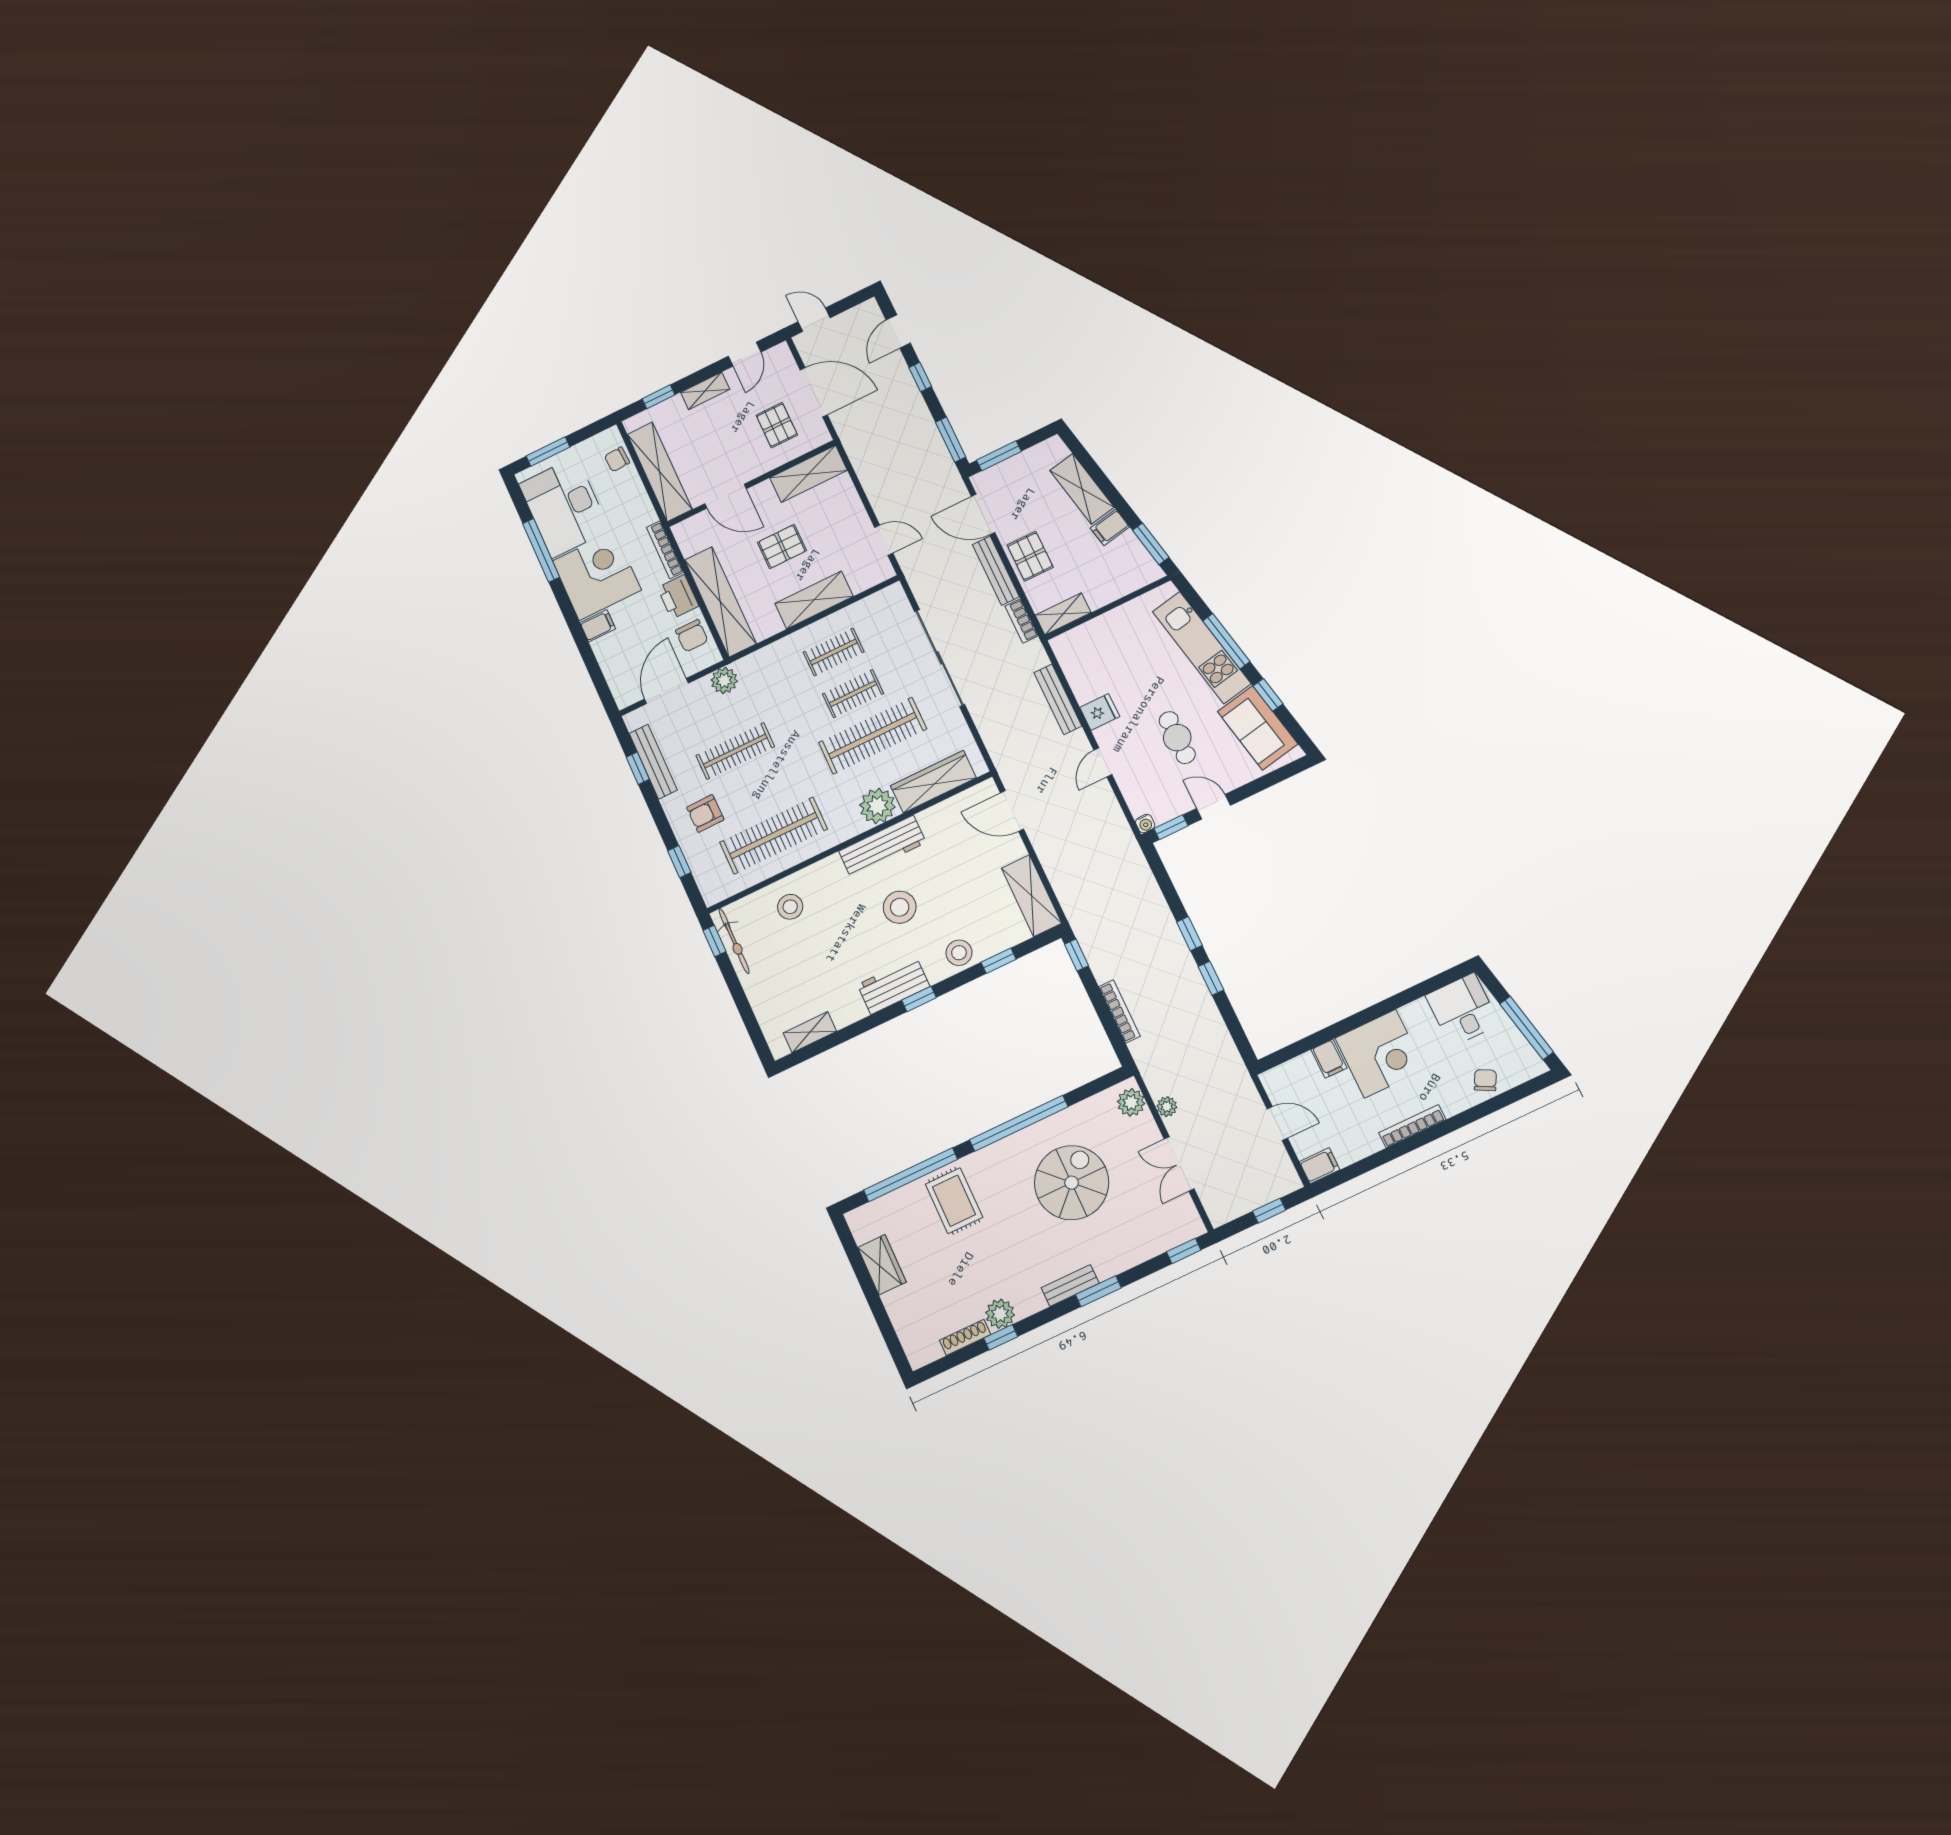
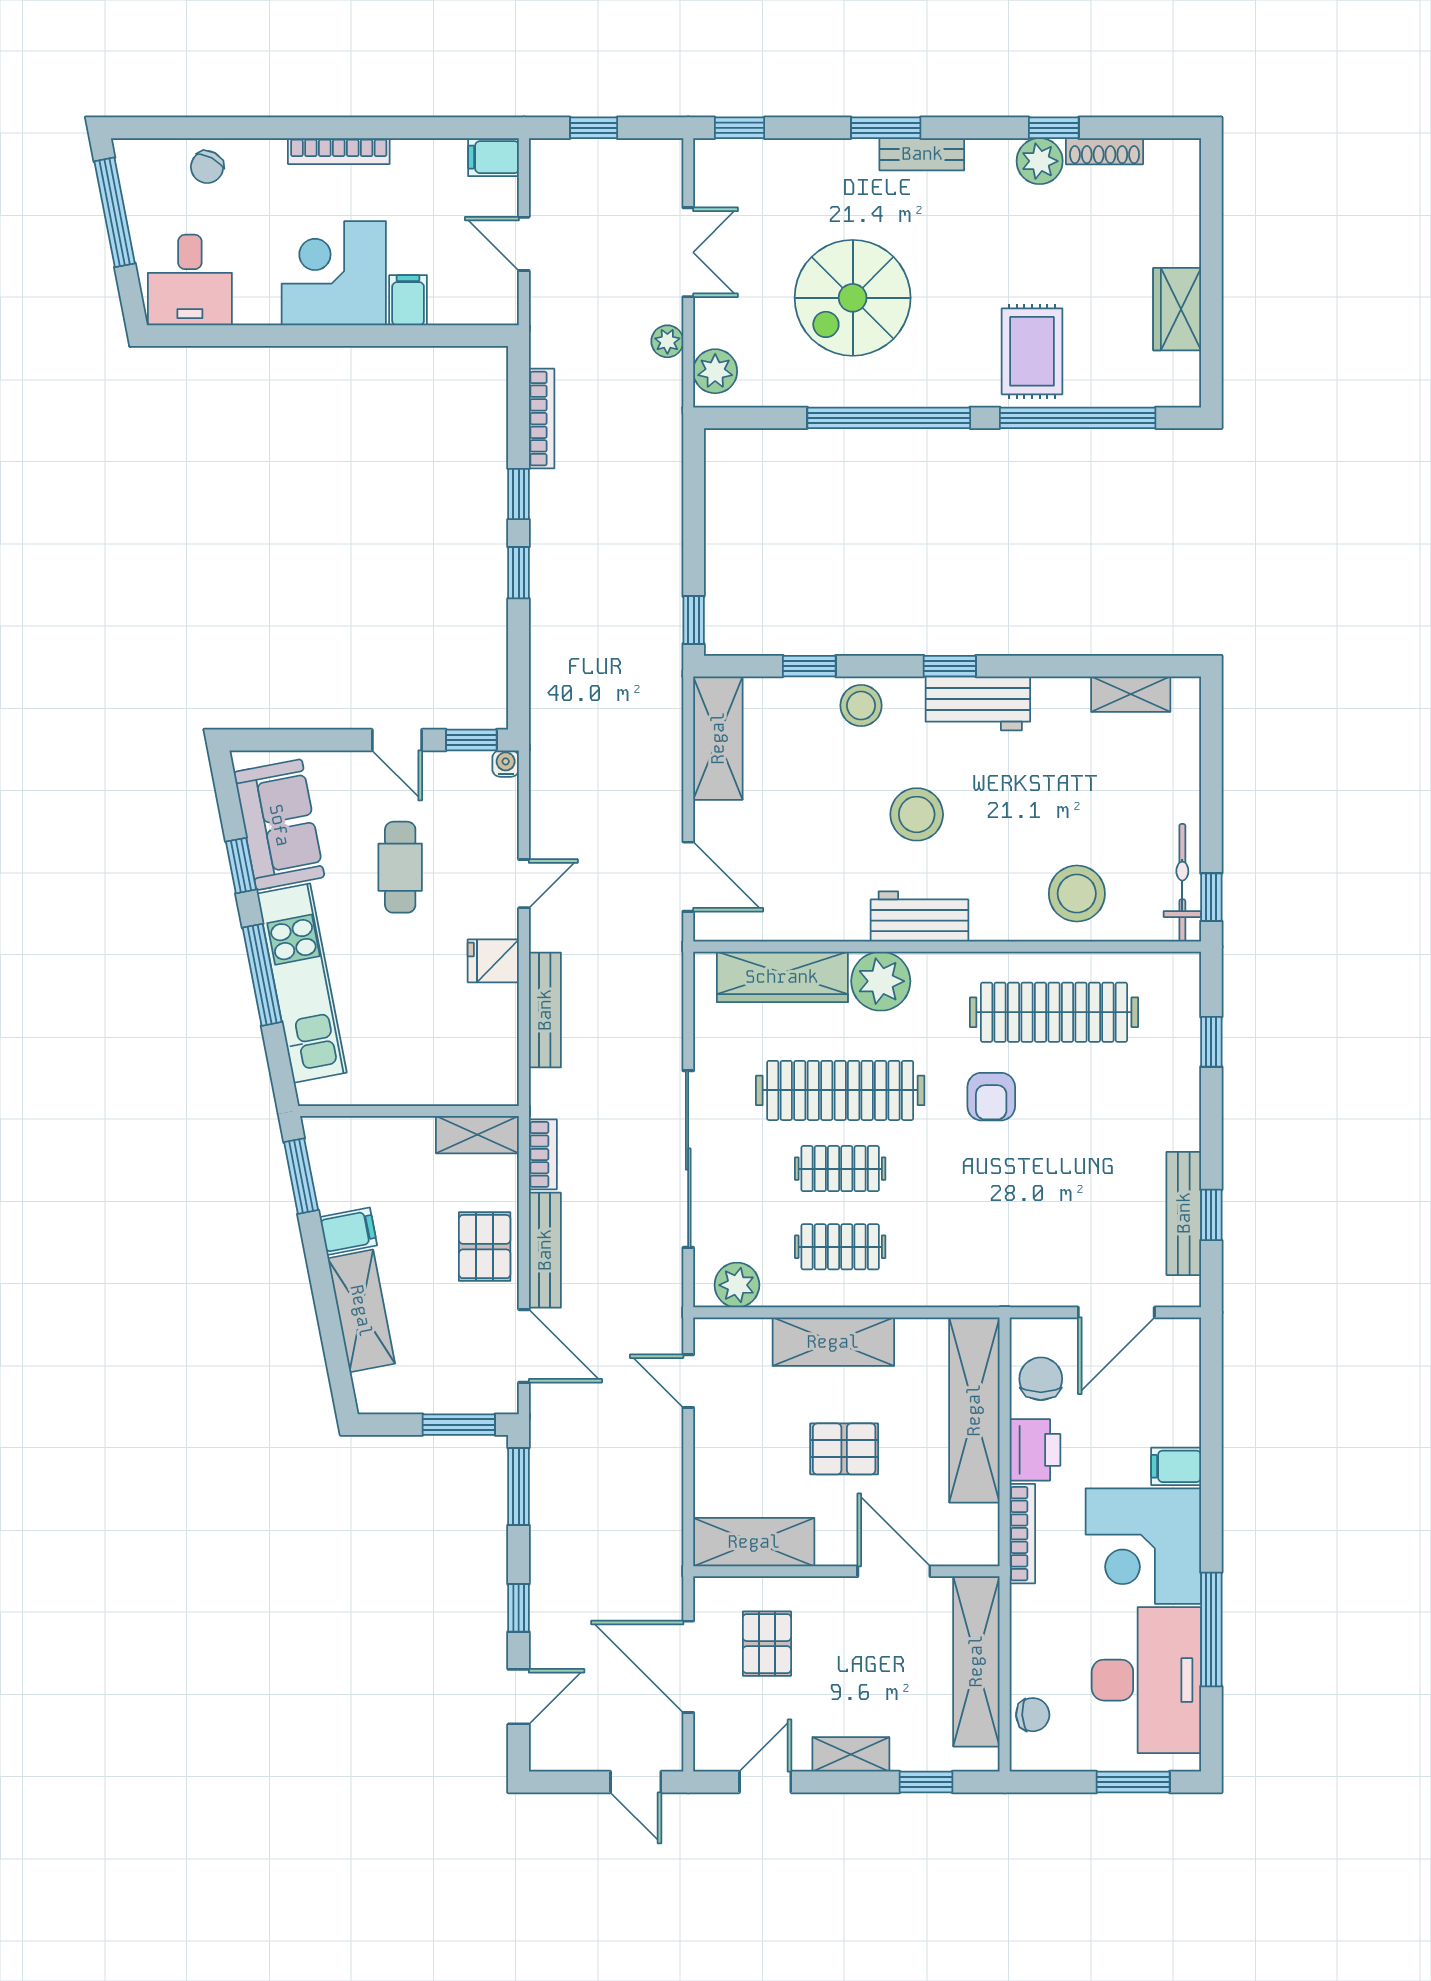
plant: (724, 681) -> (737, 1285), moved
clothes rail: (735, 751) -> (1054, 1169), removed
armchair: (705, 813) -> (991, 1097), moved, turned 91
workbench: (882, 847) -> (919, 917), width x0.73
stool: (790, 907) -> (1077, 894), width x1.38, depth x1.38
bookcase: (1119, 1011) -> (542, 419), moved, turned 180

